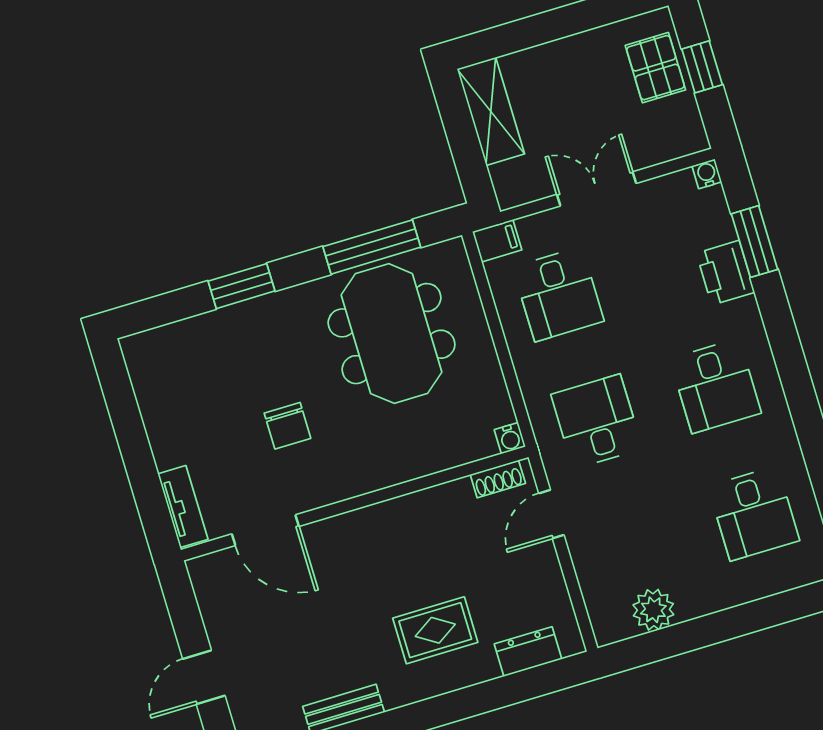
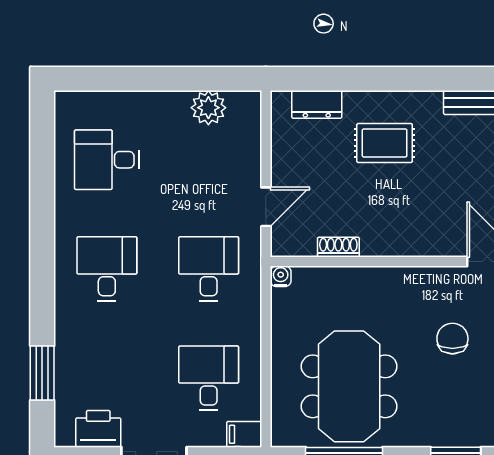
water cooler: (707, 174) -> (64, 437), removed
printer: (725, 273) -> (98, 429), moved, turned -90
desk: (597, 422) -> (209, 269), turned 180
shoe rack: (498, 479) -> (338, 247), moved
desk: (754, 513) -> (107, 160), turned -90

